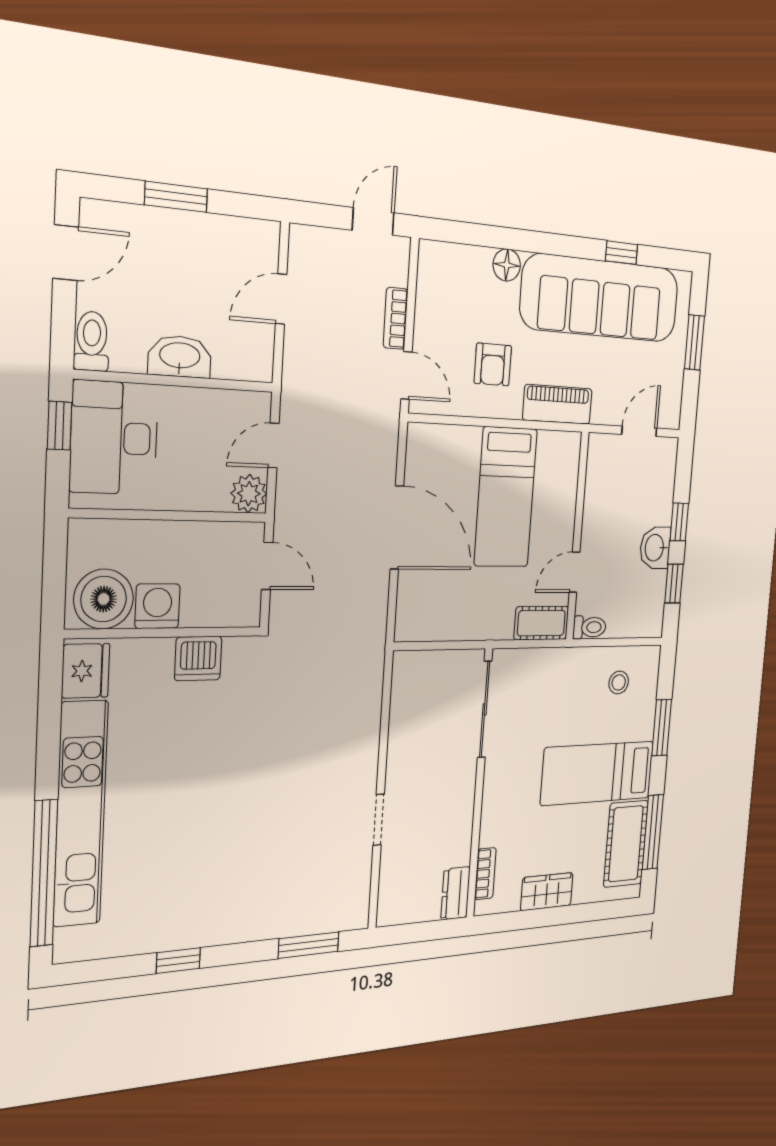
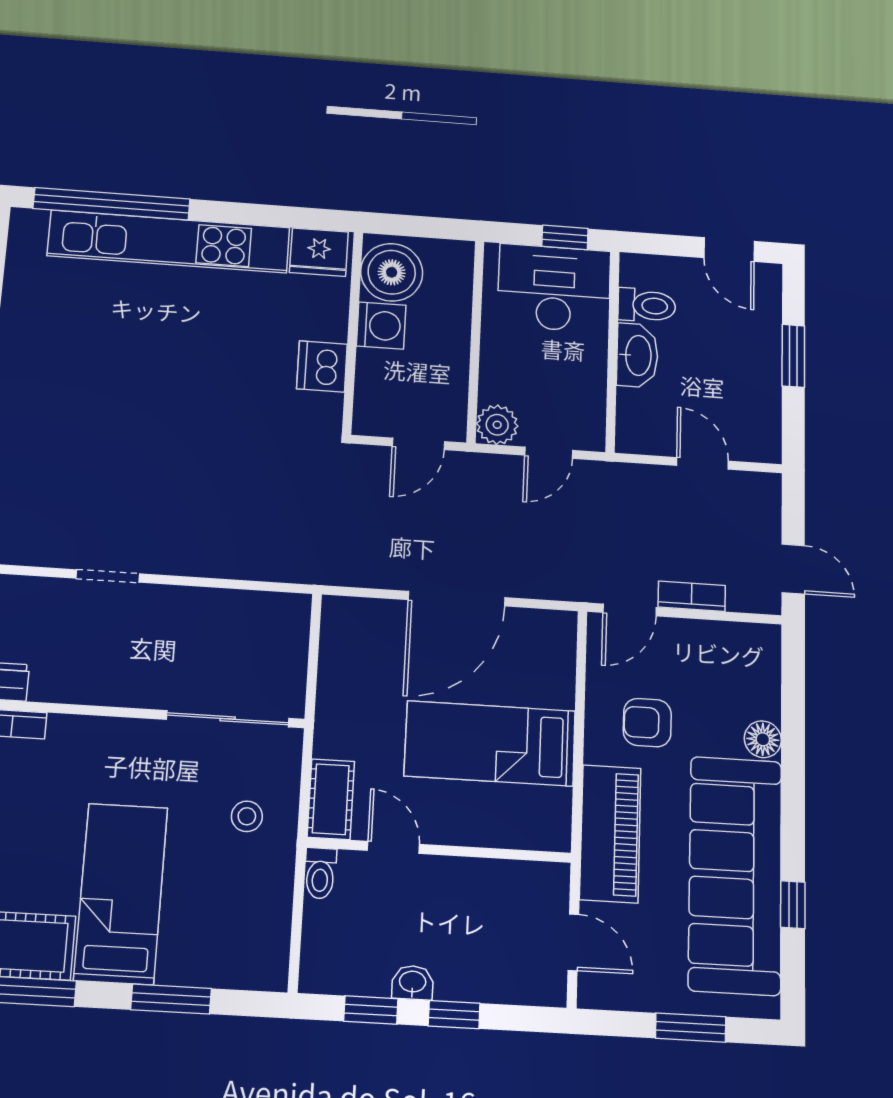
toilet: (92, 341) -> (647, 305), moved
piano: (557, 404) -> (610, 834), width x1.37, depth x1.33
door: (273, 445) -> (549, 453), swing flipped
washbasin: (655, 548) -> (413, 983), width x0.72, depth x0.69
stool: (619, 682) -> (247, 816), moved

